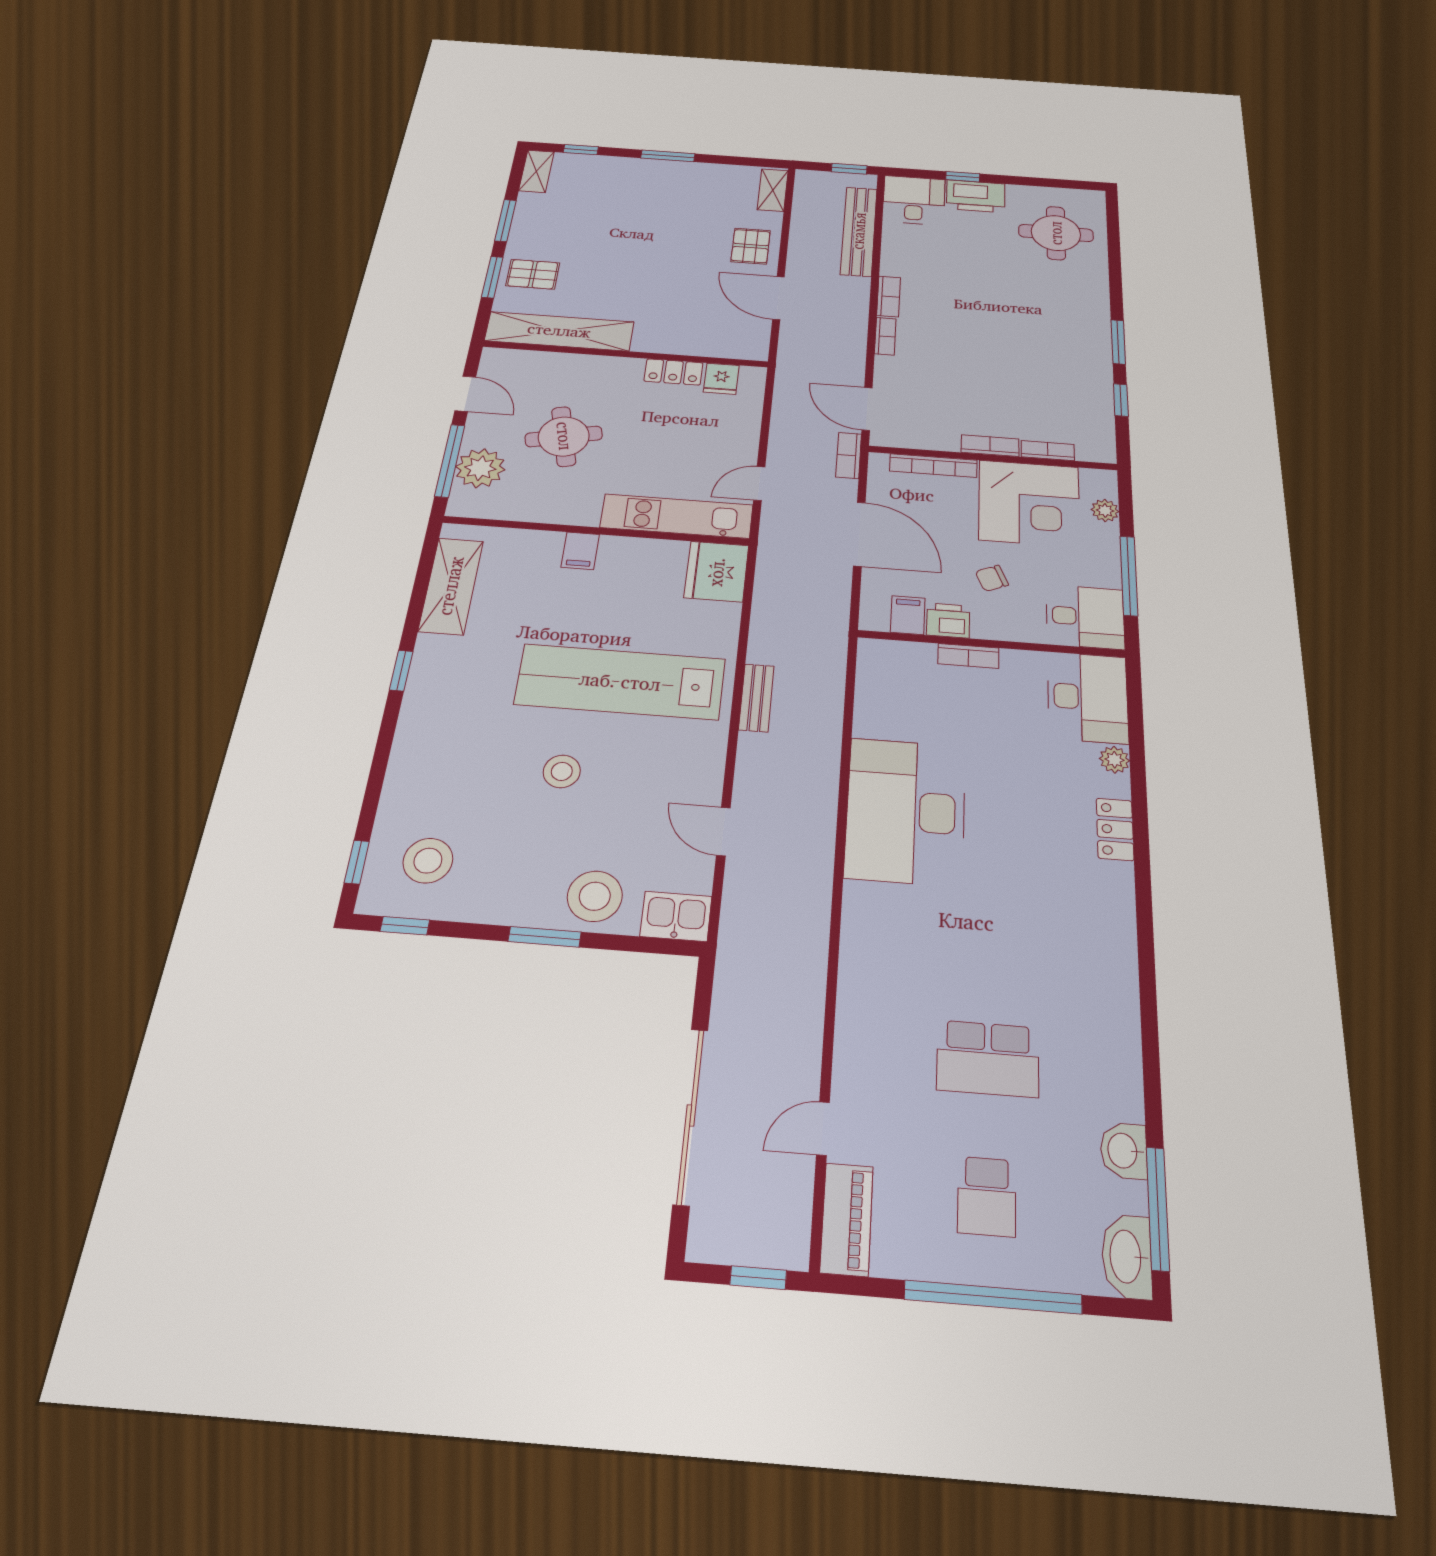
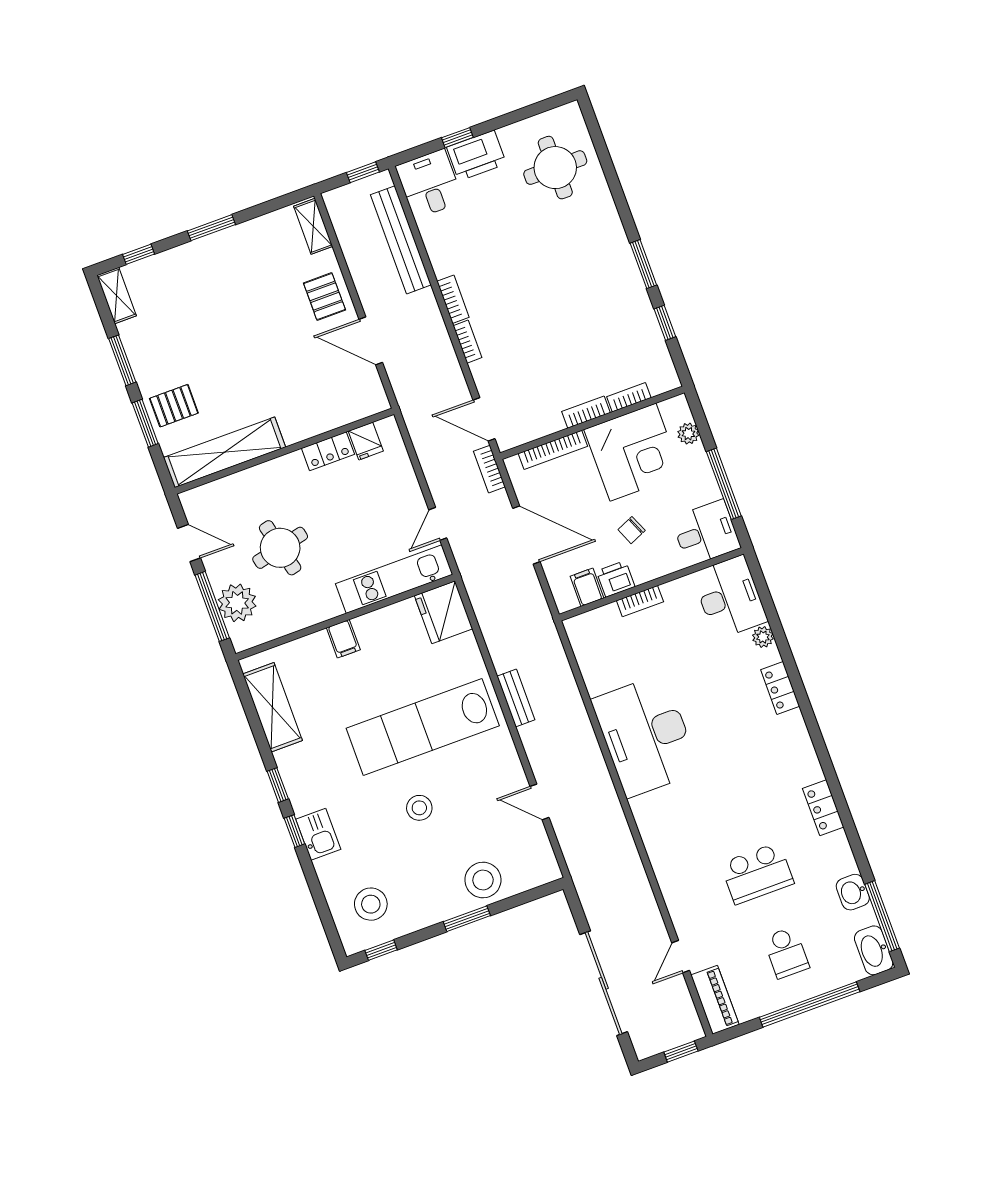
window: (357, 862) -> (294, 831), moved
kitchen sink: (676, 916) -> (318, 834), moved, turned 90
locker: (1121, 1009) -> (823, 808), added

